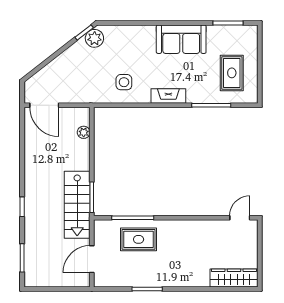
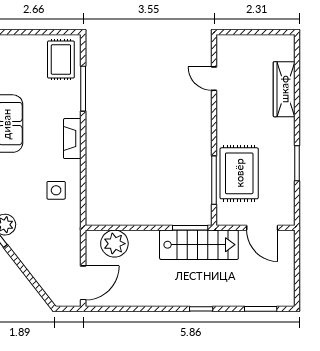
rug: (232, 73) -> (61, 60), moved, turned 90
plant: (84, 132) -> (114, 244), width x1.88, depth x1.88
door: (240, 218) -> (214, 79), moved
rug: (139, 239) -> (239, 173), width x1.36, depth x1.43
wardrobe: (234, 278) -> (284, 89), moved

